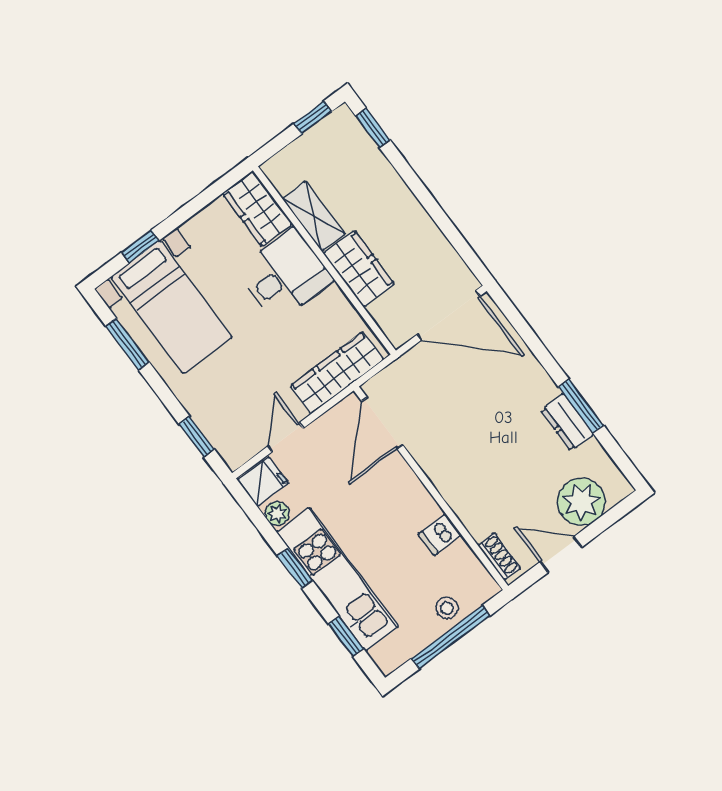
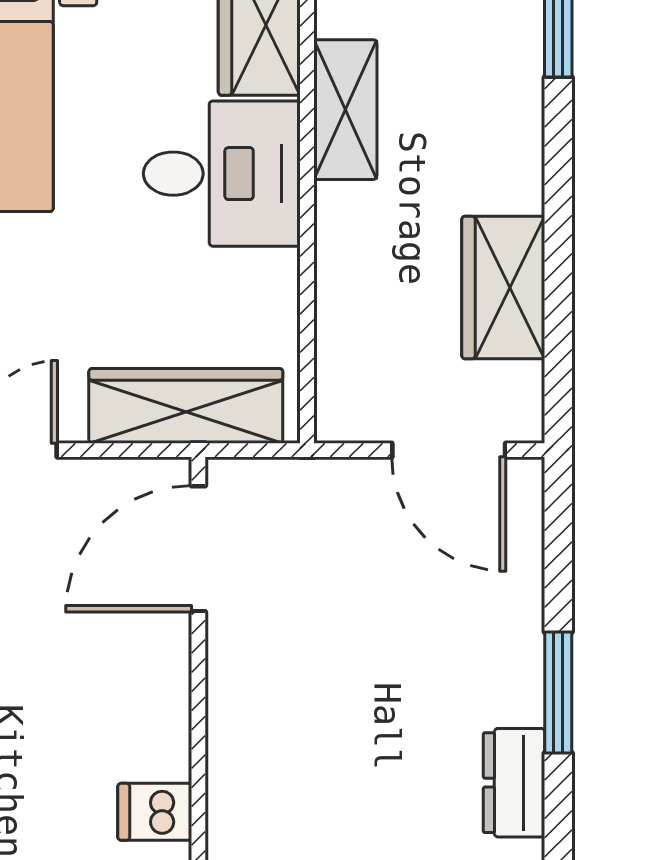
wardrobe: (359, 269) -> (503, 288), moved, turned 180
door: (449, 315) -> (449, 450), width x0.73
window: (581, 406) -> (558, 693), moved

